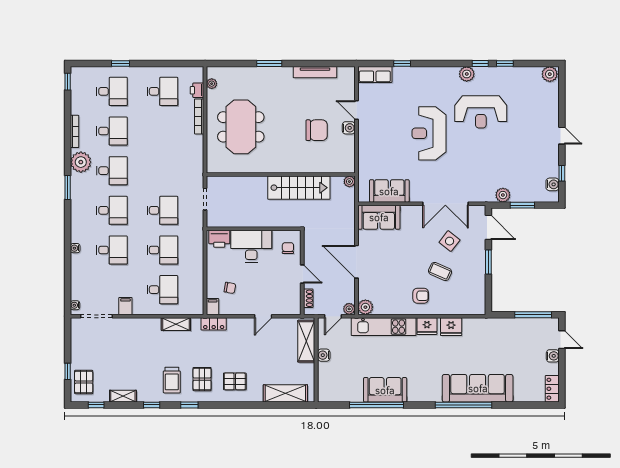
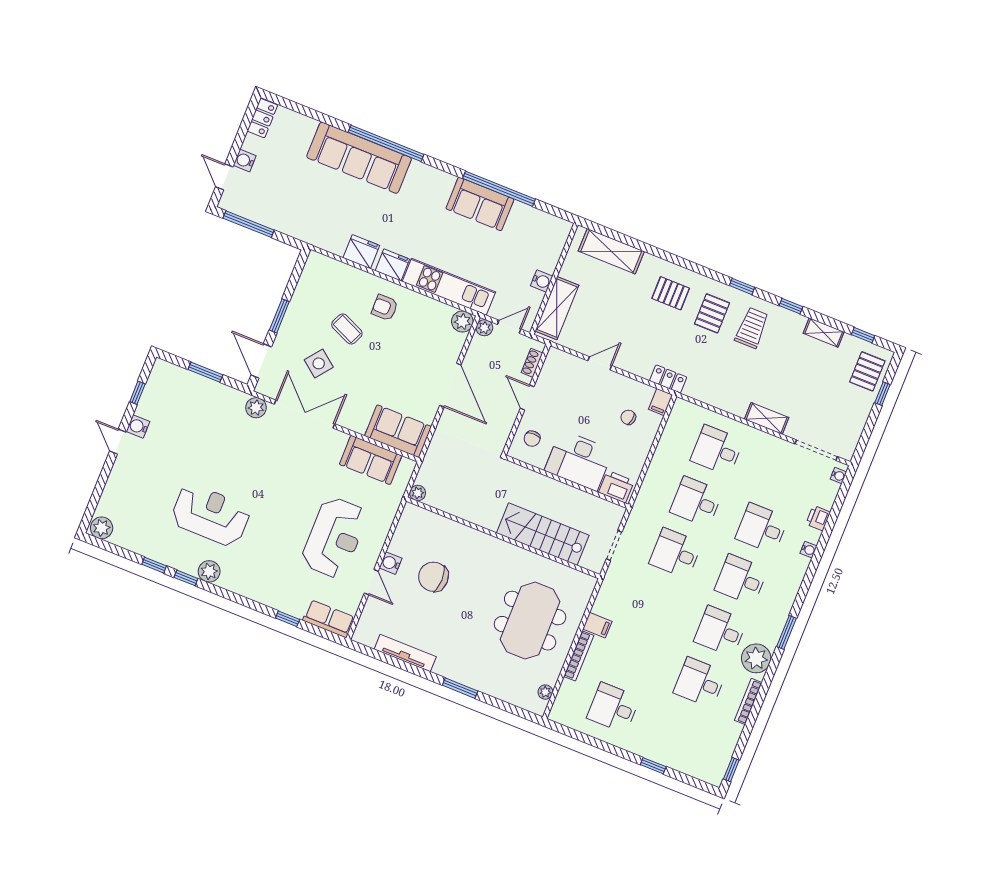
printer: (197, 90) -> (818, 518), moved, turned 180
desk: (112, 91) -> (679, 734), removed
reception desk: (429, 133) -> (334, 537), moved
water cooler: (553, 184) -> (138, 426), moved
stairs: (299, 188) -> (543, 534), moved
plant: (503, 195) -> (256, 408), moved
filing cabinet: (125, 306) -> (597, 625), moved, turned -90
shelving: (176, 324) -> (767, 418), moved

